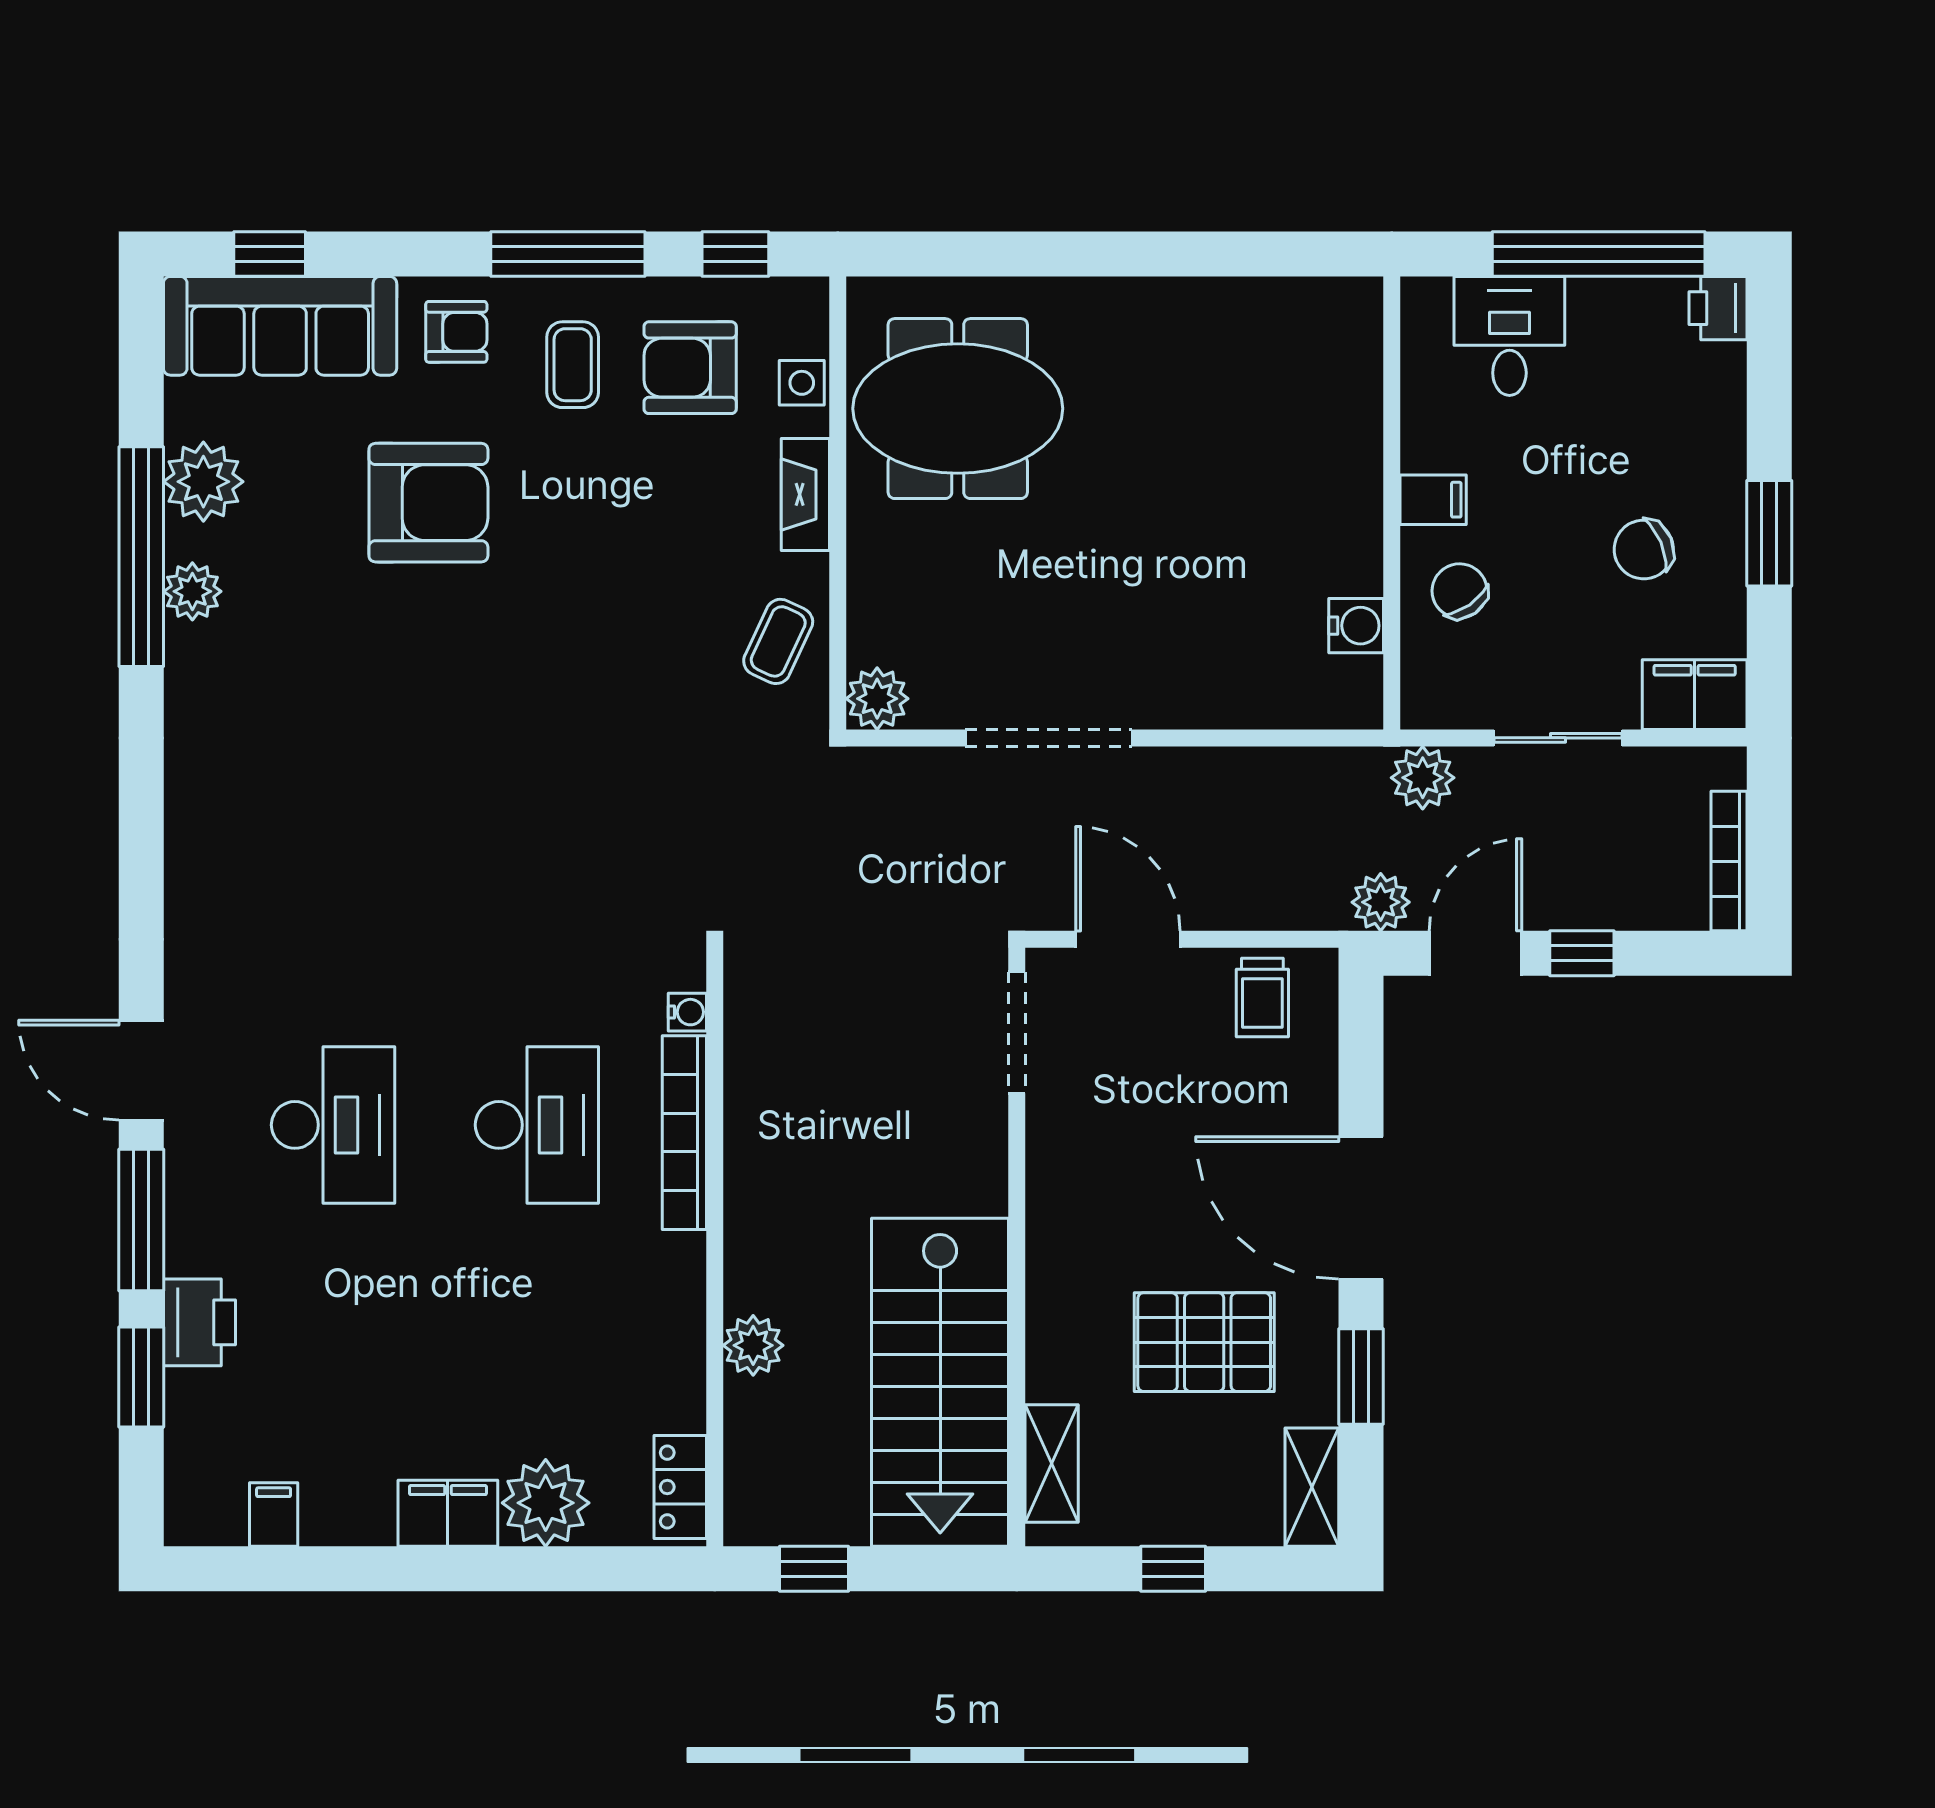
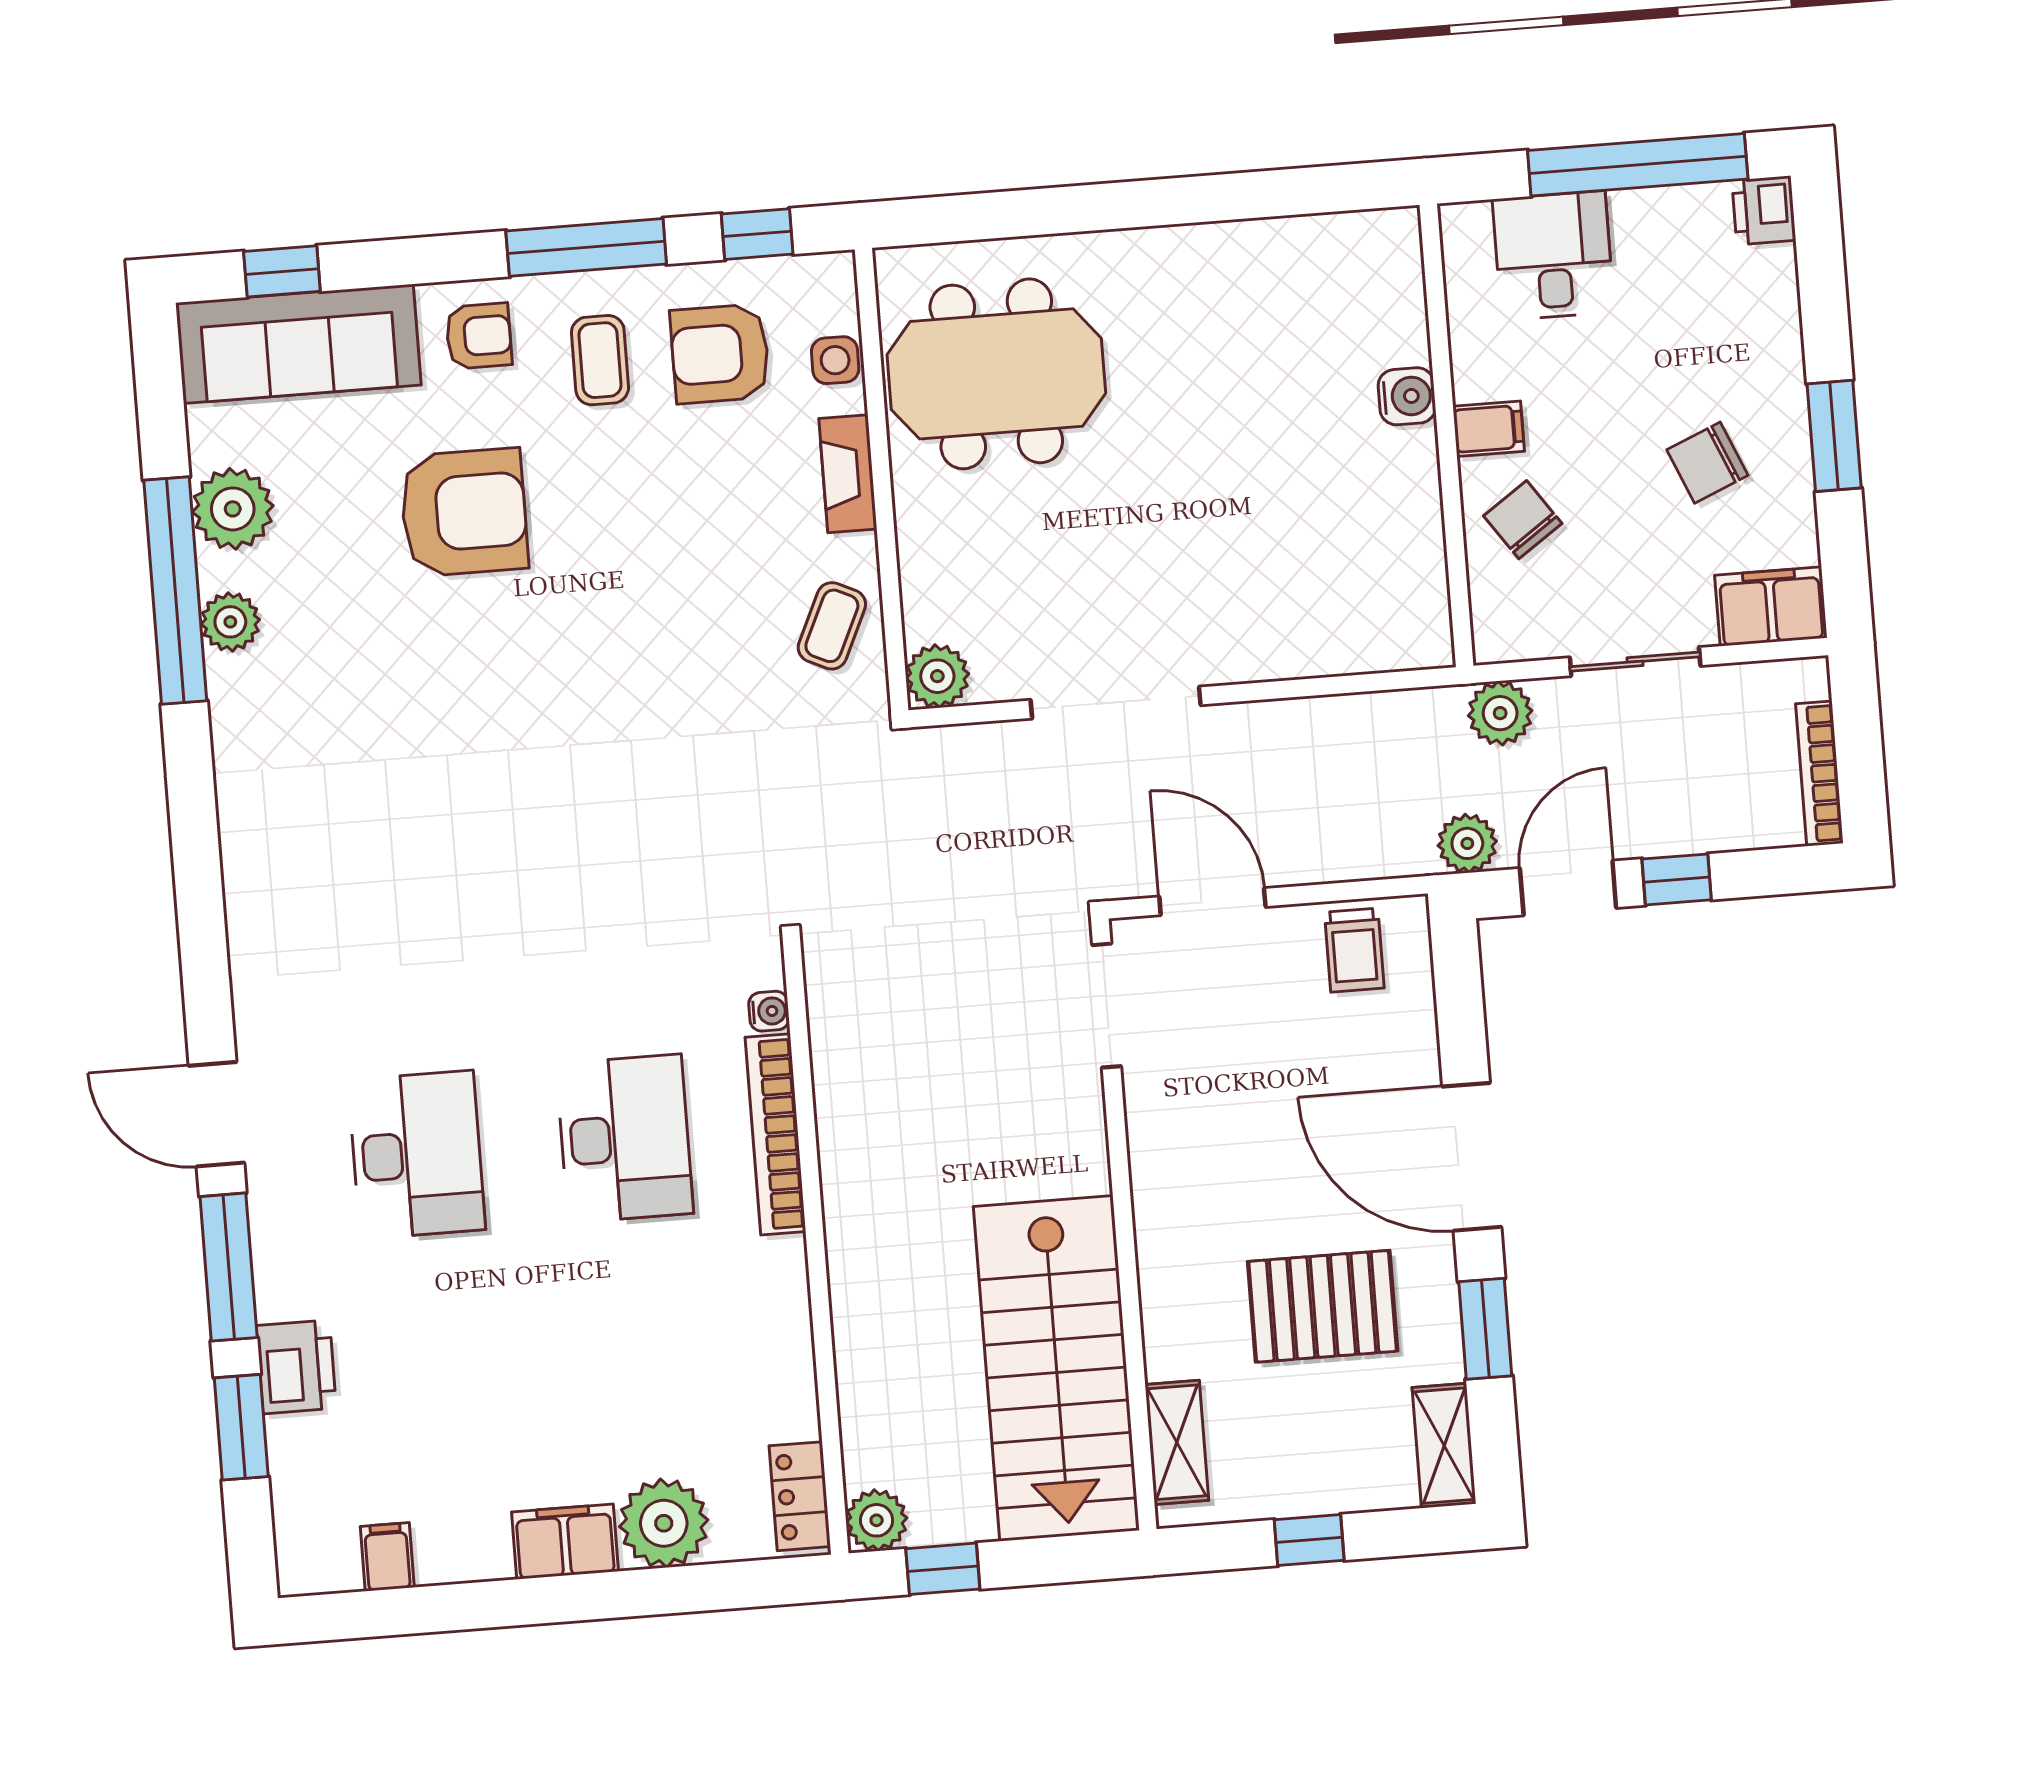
water cooler: (1356, 626) -> (1407, 396), moved
plant: (753, 1345) -> (877, 1520), moved

